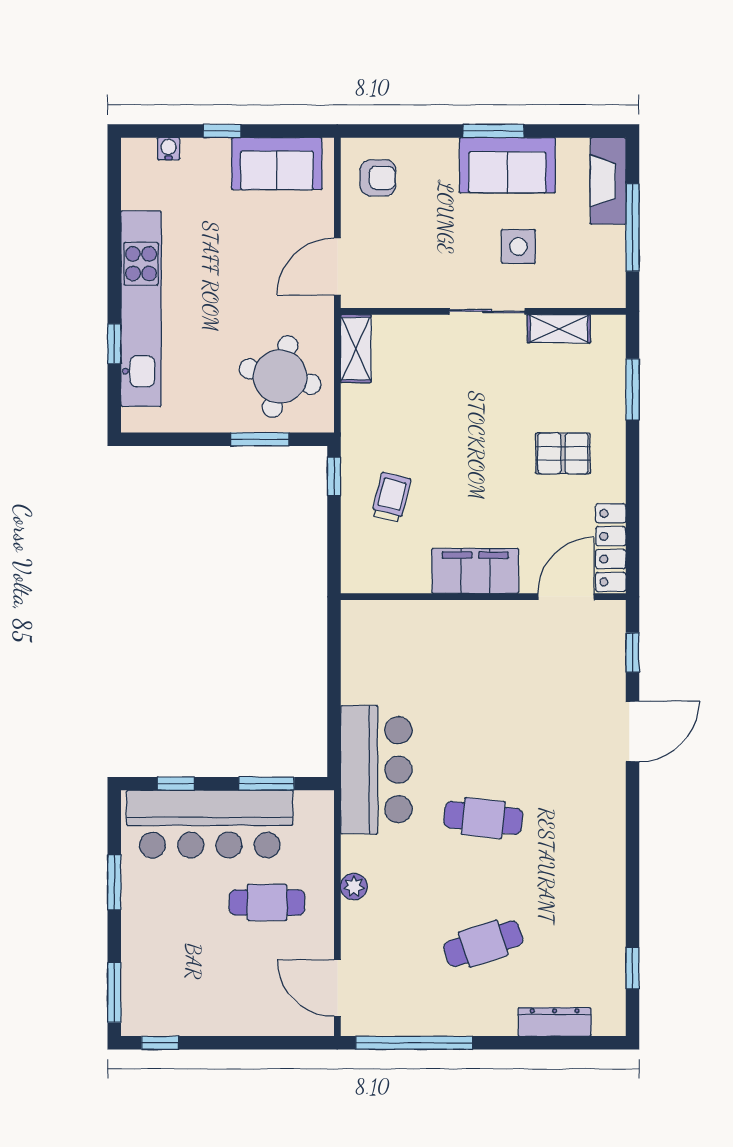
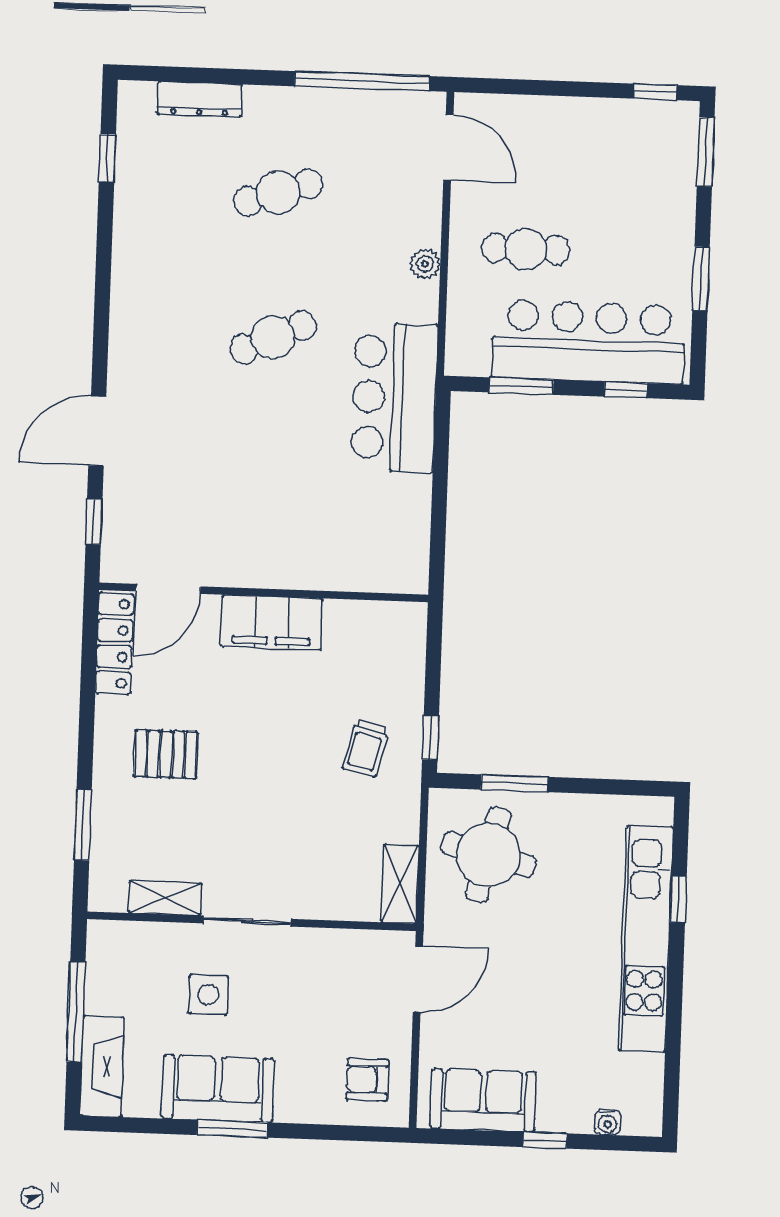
trolley: (391, 497) -> (365, 748), moved
cafe table: (483, 818) -> (273, 337), turned -30

